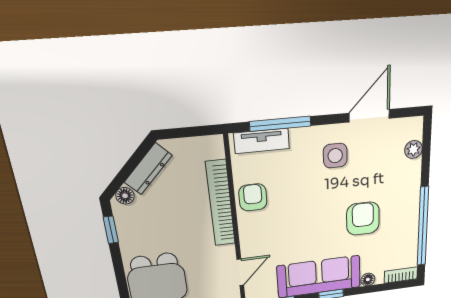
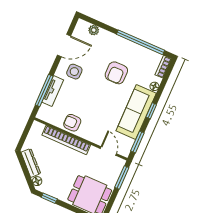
door: (369, 116) -> (64, 45), swing flipped
tv unit: (262, 141) -> (53, 91), moved
armchair: (363, 219) -> (116, 73), turned -90

